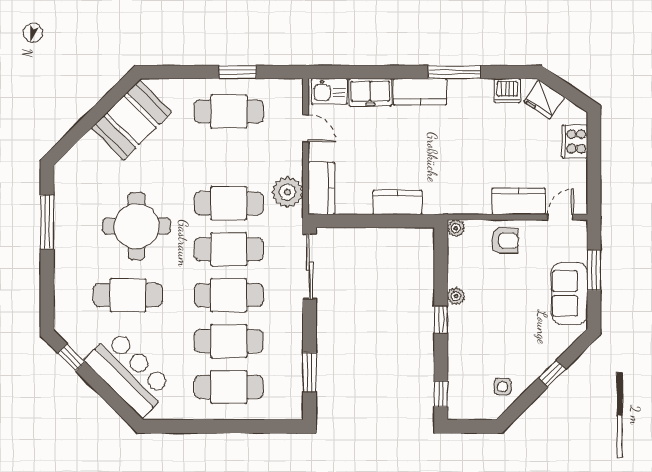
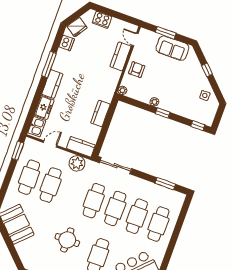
window: (238, 72) -> (18, 151), moved
cafe table: (229, 203) -> (51, 185), moved
round table: (137, 226) -> (67, 240), width x0.73, depth x0.73

